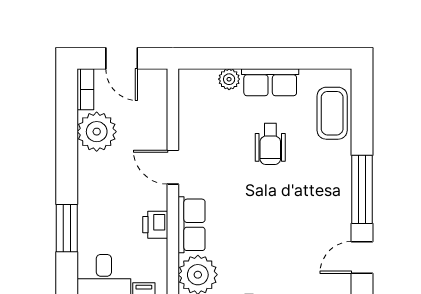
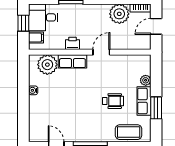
window: (284, 58) -> (156, 108), added
wheelchair: (270, 144) -> (113, 101), turned 180

